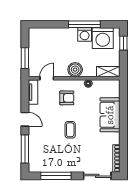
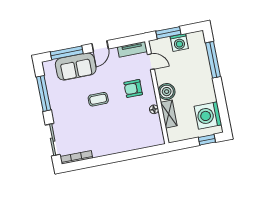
window: (84, 24) -> (213, 60), moved
washing machine: (85, 35) -> (179, 43), moved, turned -90
shelving: (108, 72) -> (169, 114), moved
armchair: (67, 98) -> (133, 88), turned 90
sofa: (110, 115) -> (76, 67), moved, turned 180

